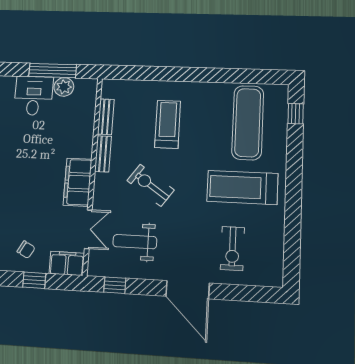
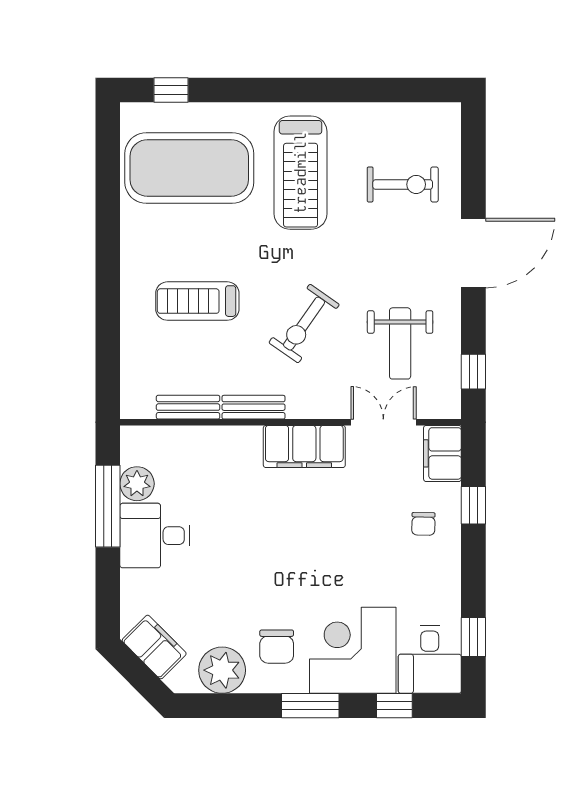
exercise mat: (248, 123) -> (189, 168), width x1.47
chair: (26, 250) -> (423, 524), turned 152

